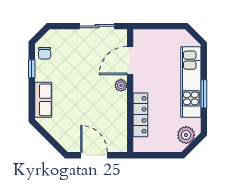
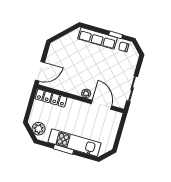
row of seats: (43, 100) -> (97, 38), width x1.48
locker: (140, 115) -> (51, 98), moved
door: (94, 155) -> (40, 71), moved

